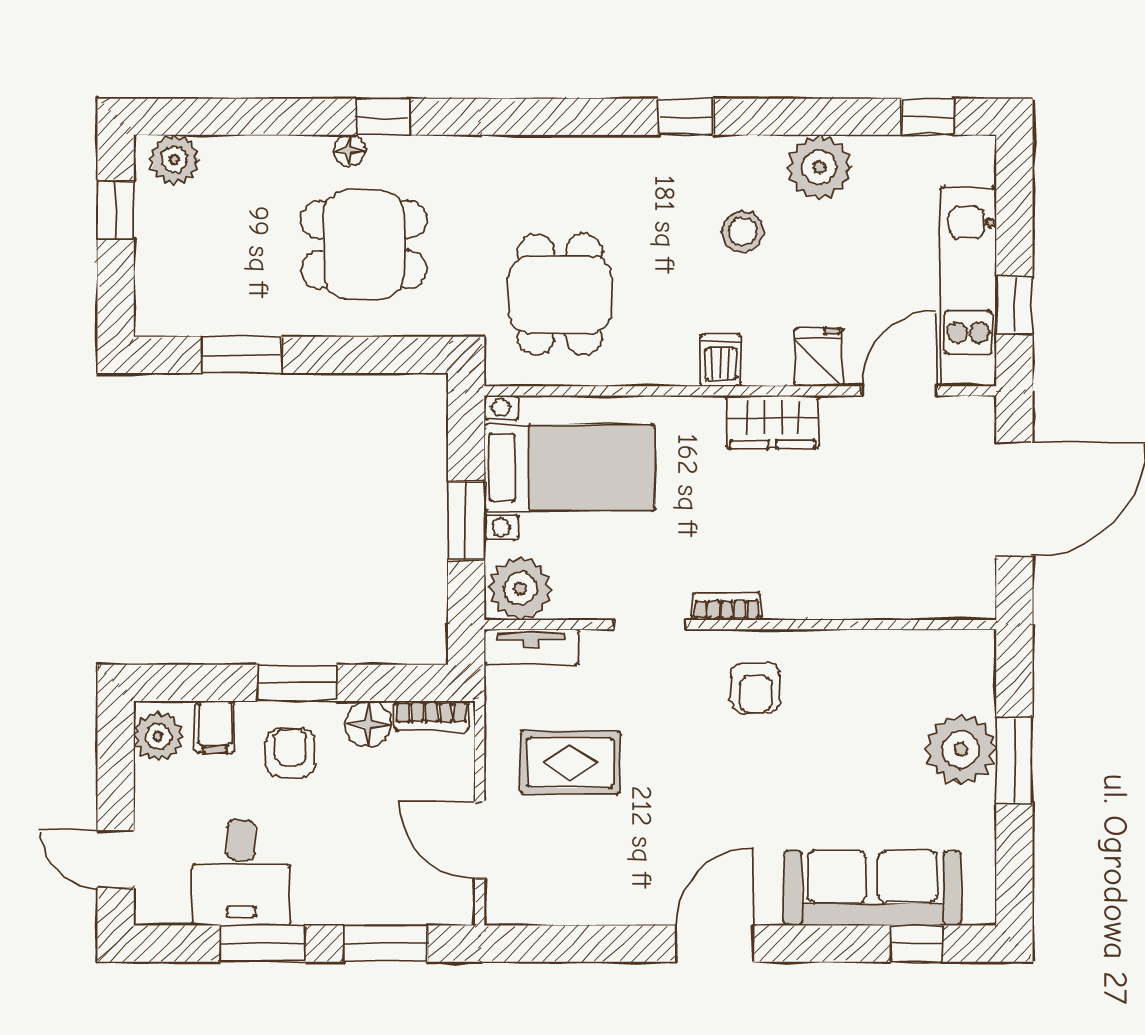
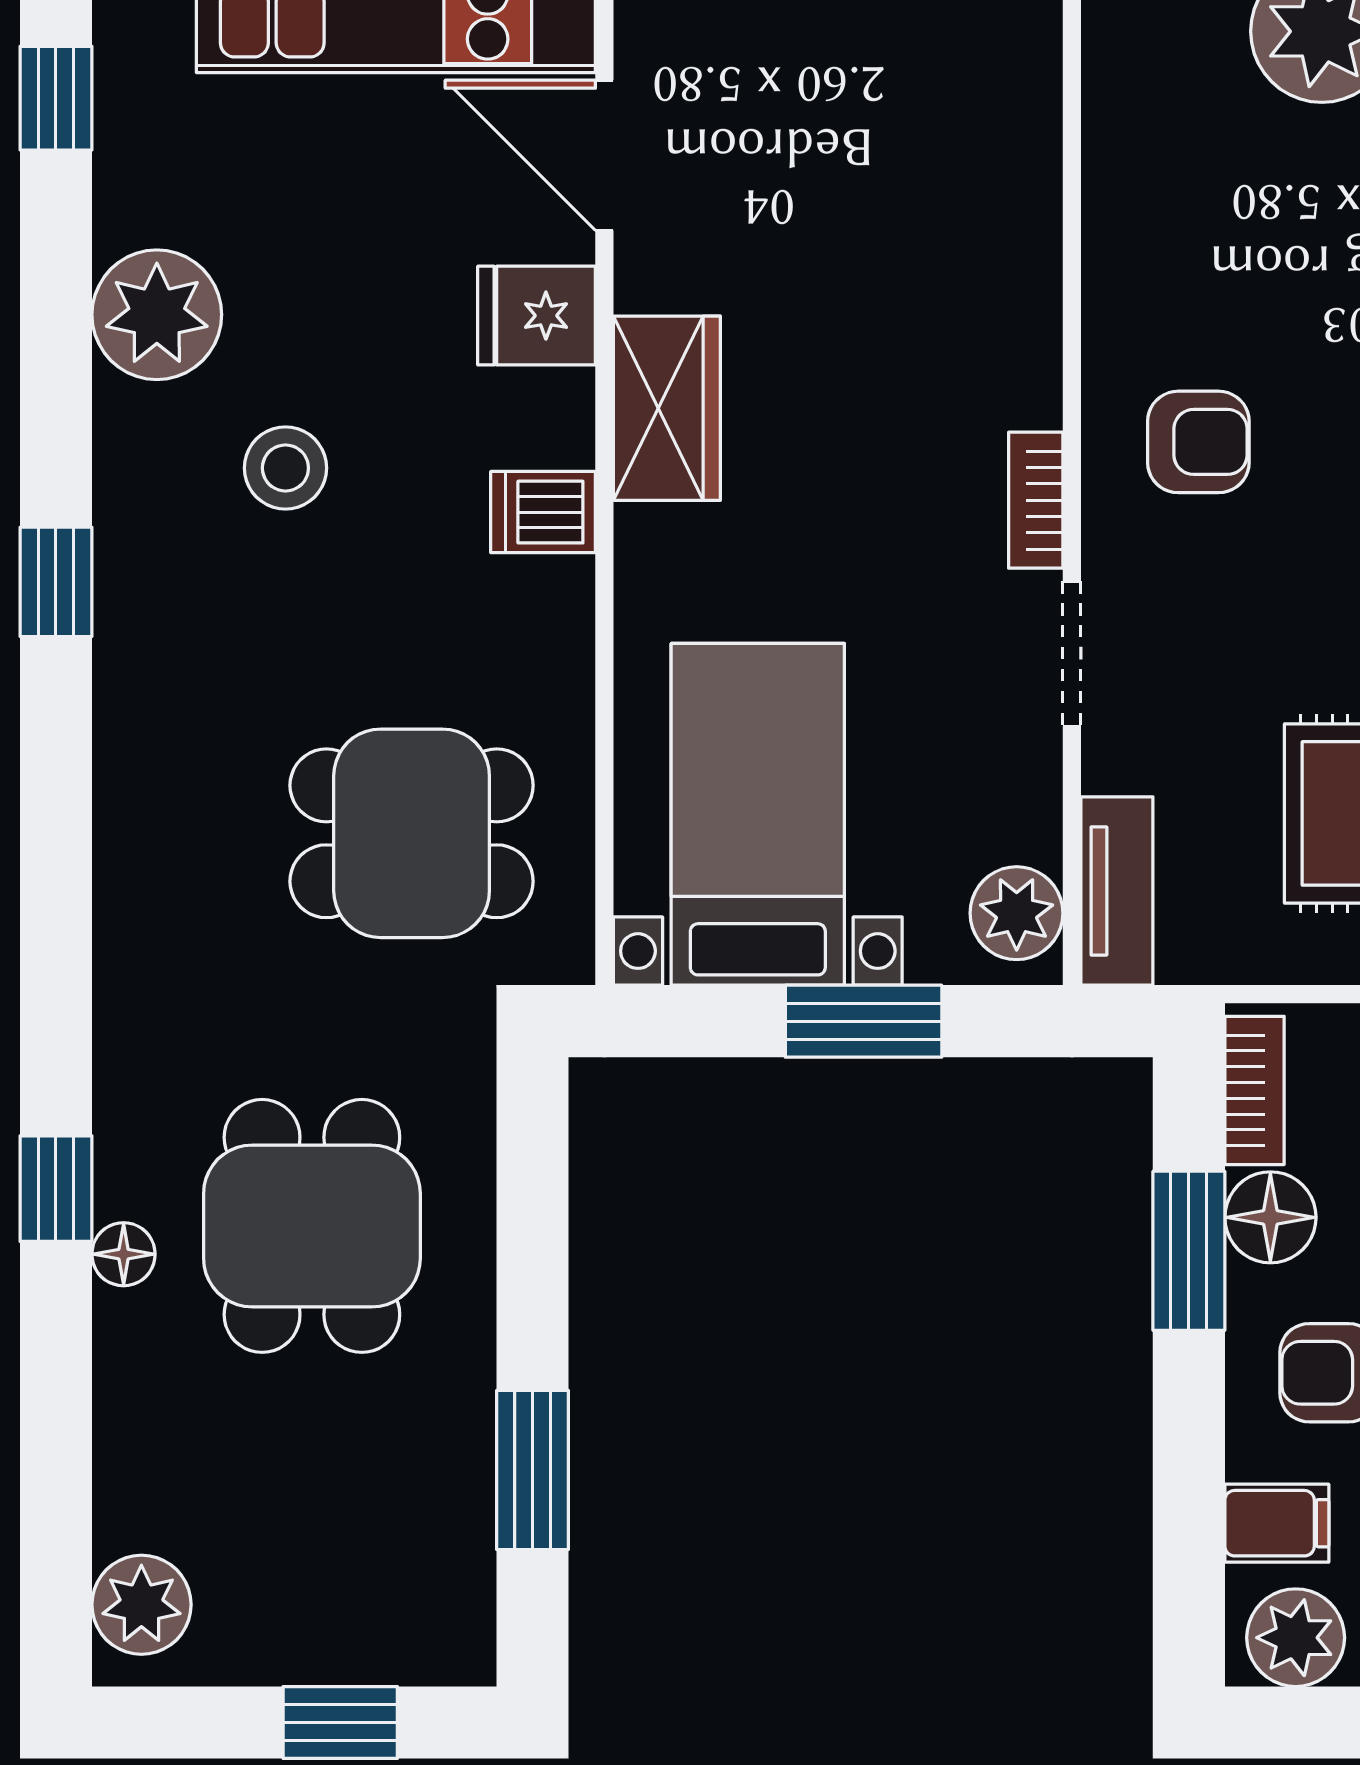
window: (116, 210) -> (340, 1723), moved
plant: (520, 588) -> (1017, 913), width x0.73, depth x0.73
window: (297, 683) -> (1189, 1251), moved

